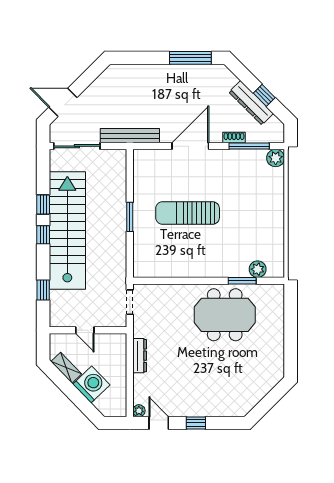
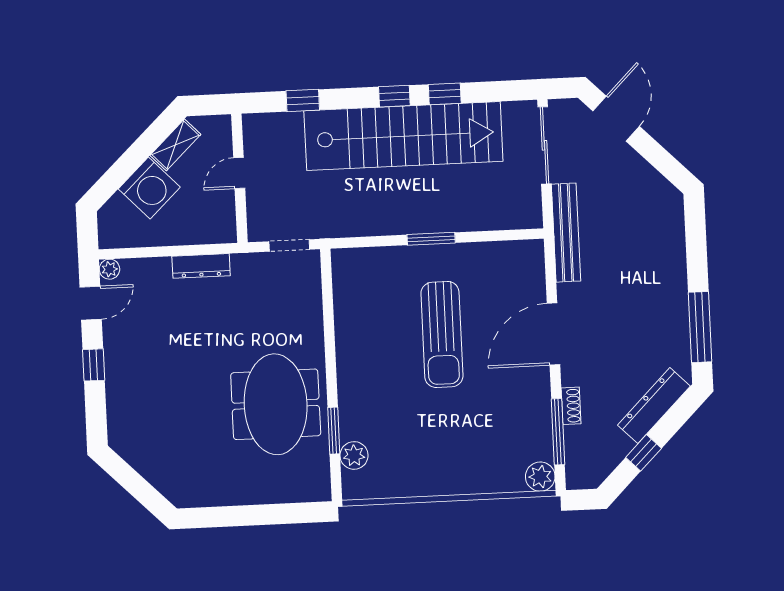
dresser: (251, 103) -> (654, 406), moved
door: (190, 146) -> (553, 334), swing flipped
sun lounger: (188, 213) -> (442, 335), turned 180

